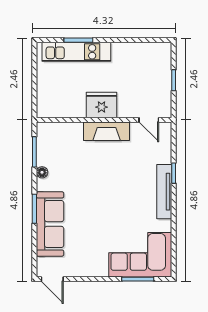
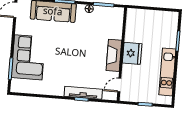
kitchen unit: (76, 52) -> (167, 72), moved
tv unit: (164, 192) -> (83, 93), moved
corner sofa: (140, 255) -> (28, 57), moved

